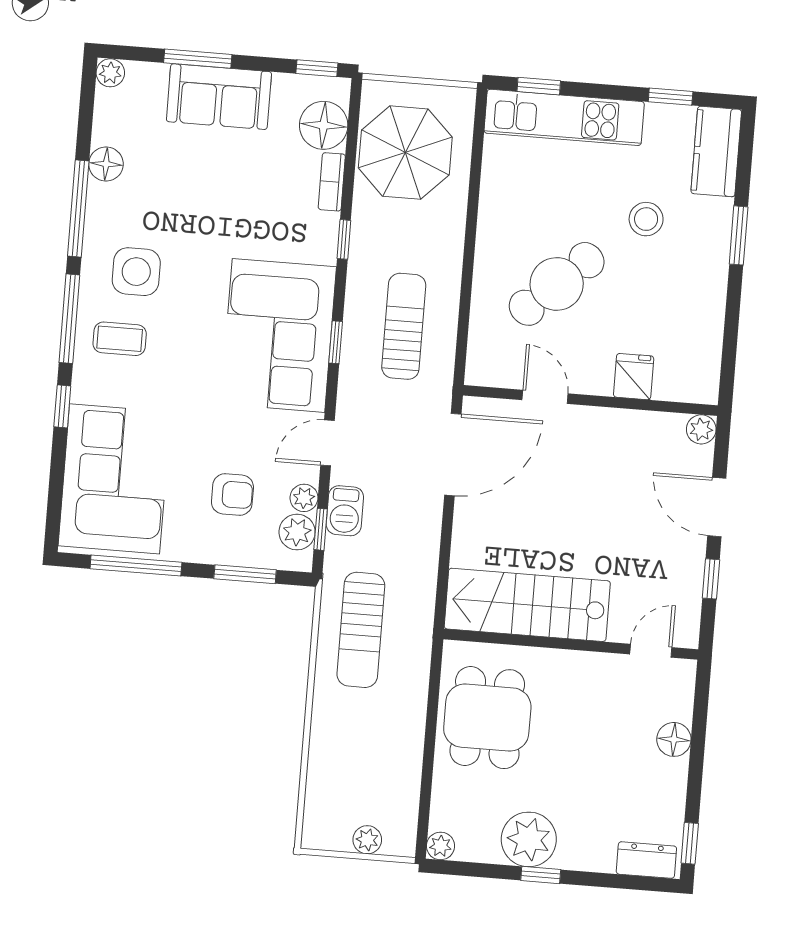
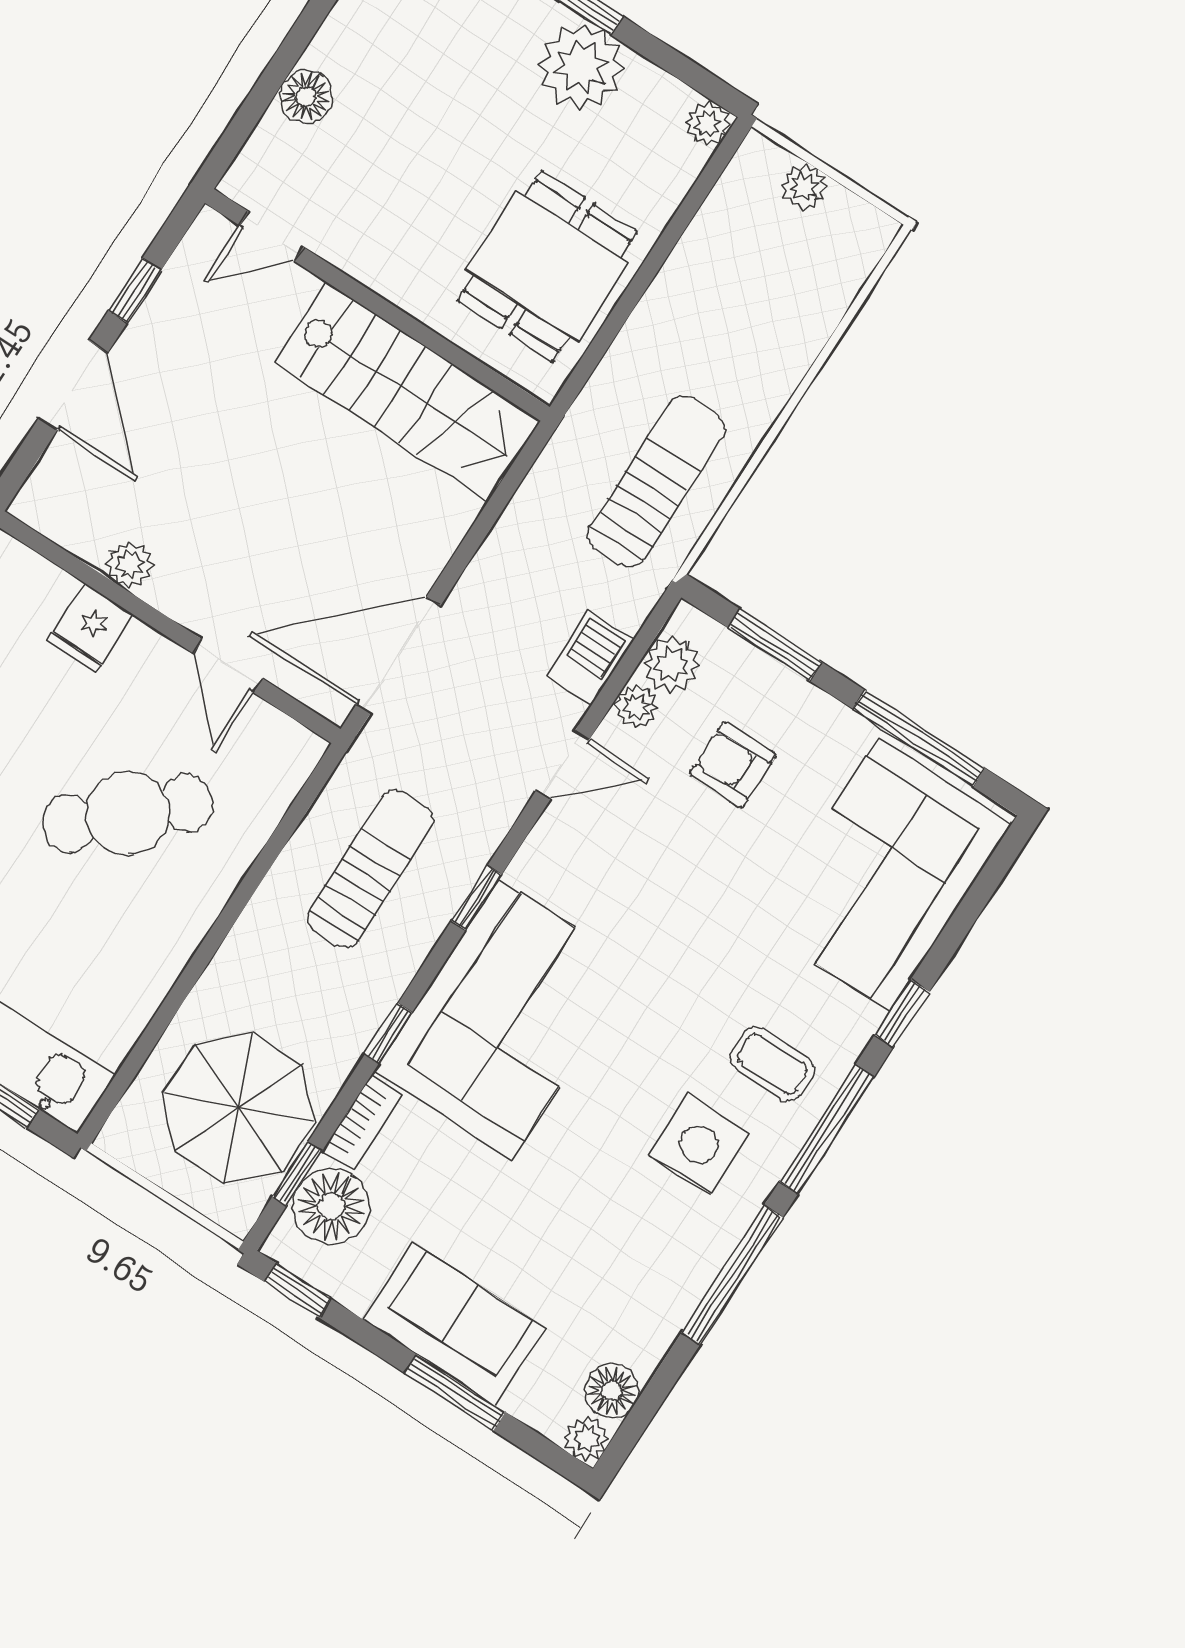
floor lamp: (106, 164) -> (612, 1391), moved
sun lounger: (404, 326) -> (370, 869), turned 180
corner sofa: (279, 335) -> (505, 1019), moved
plant: (701, 429) -> (130, 565), moved
window: (321, 529) -> (297, 1174), moved

